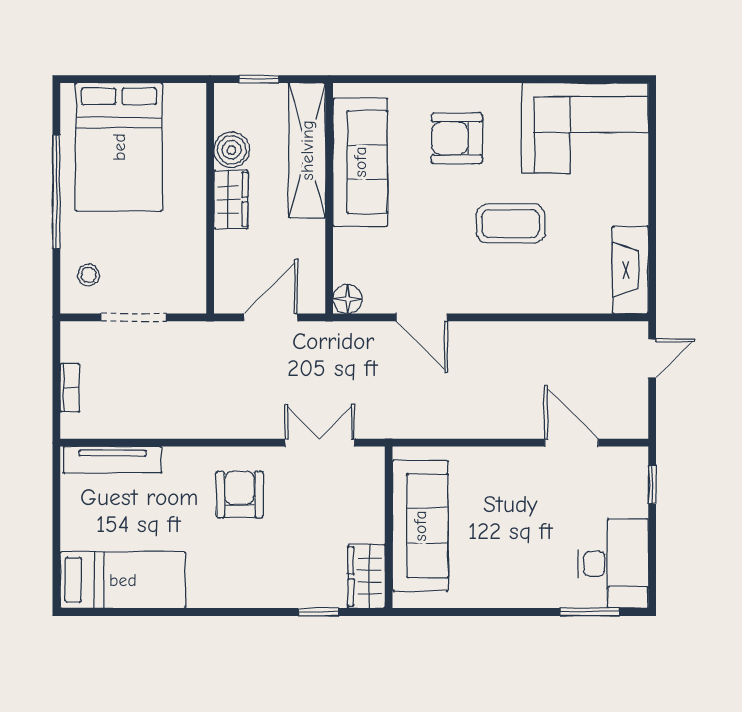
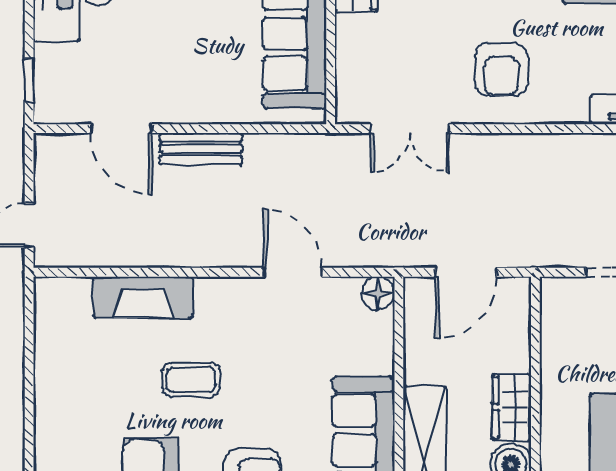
coffee table: (511, 223) -> (191, 380), width x0.73, depth x0.77
fireplace: (630, 270) -> (143, 297), moved, turned 90
bench: (502, 425) -> (201, 149), added

